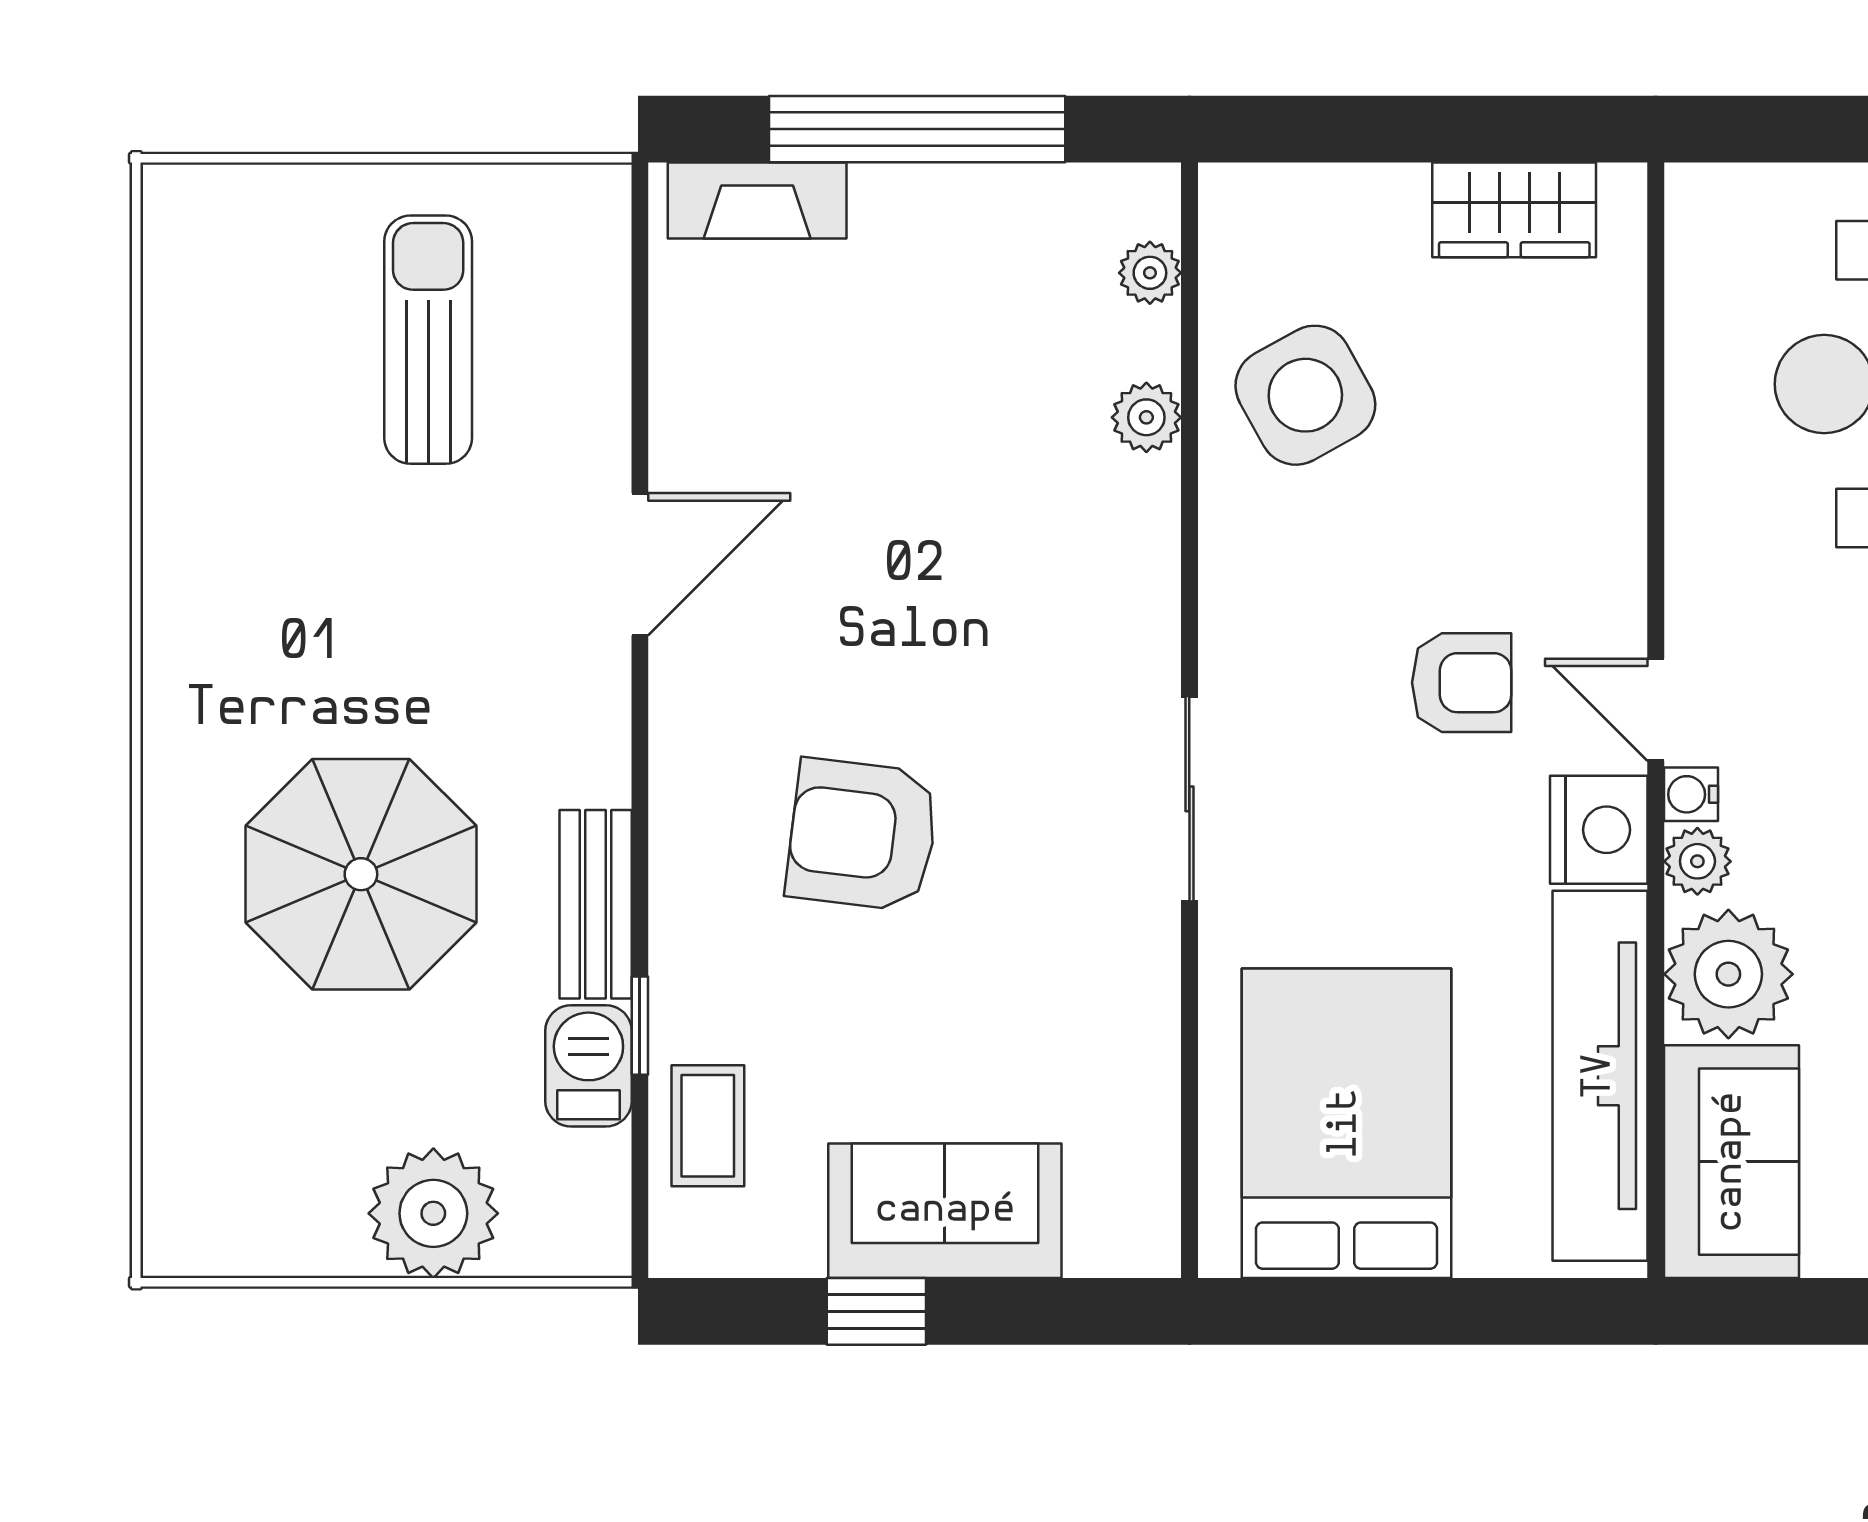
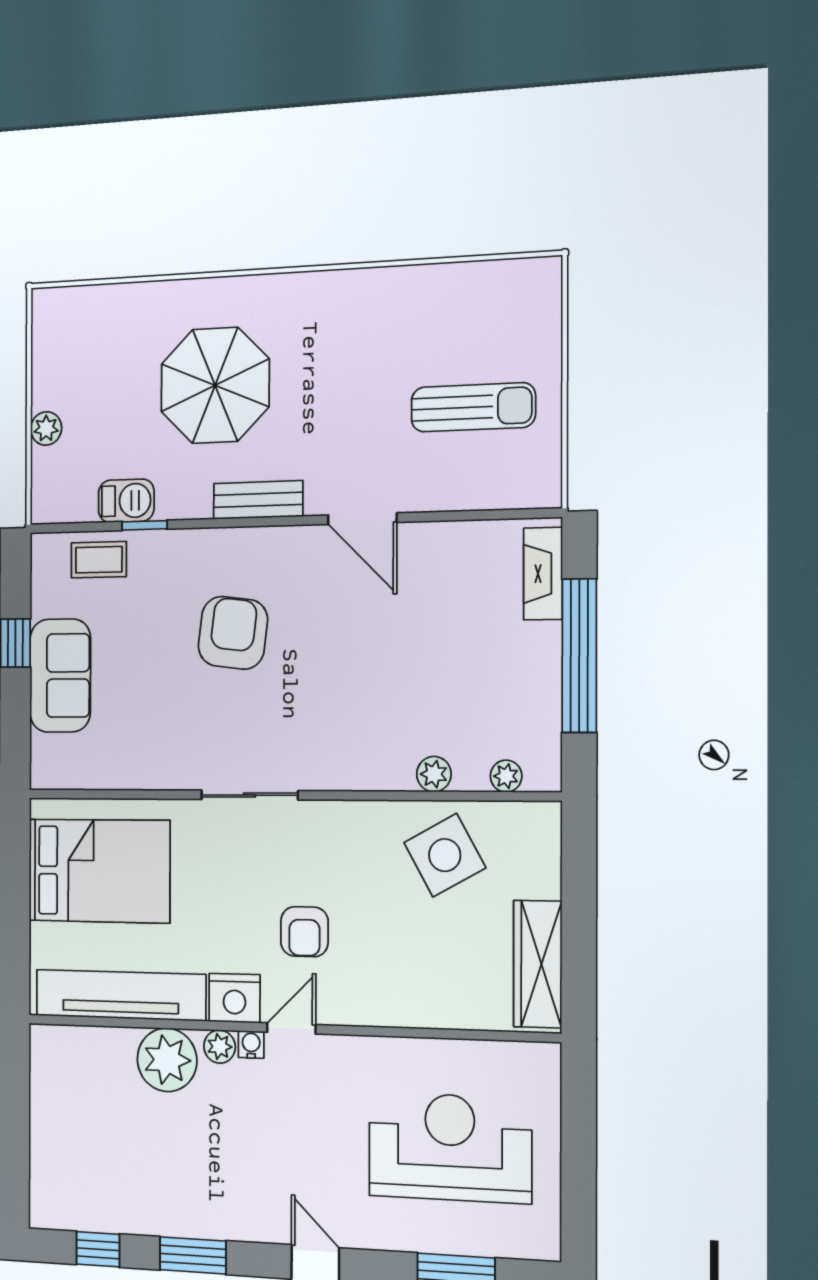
wardrobe: (1514, 210) -> (538, 964), width x1.50
bench: (596, 904) -> (258, 500), moved
sofa: (1731, 1162) -> (81, 1058), removed
plant: (433, 1213) -> (46, 428), width x0.53, depth x0.53

